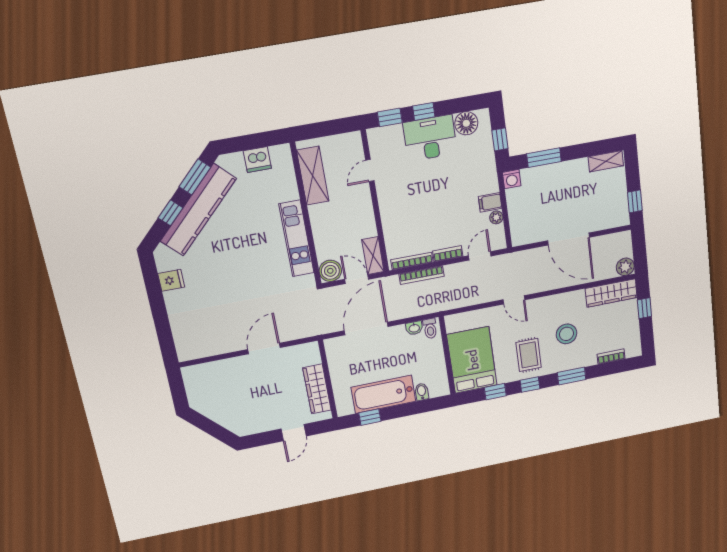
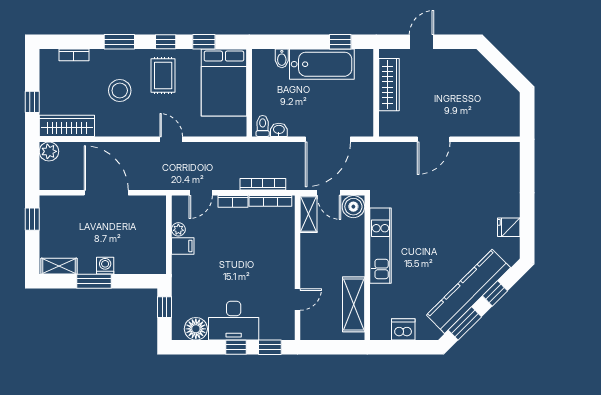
window: (544, 158) -> (94, 281), moved
washing machine: (512, 179) -> (105, 266), moved

